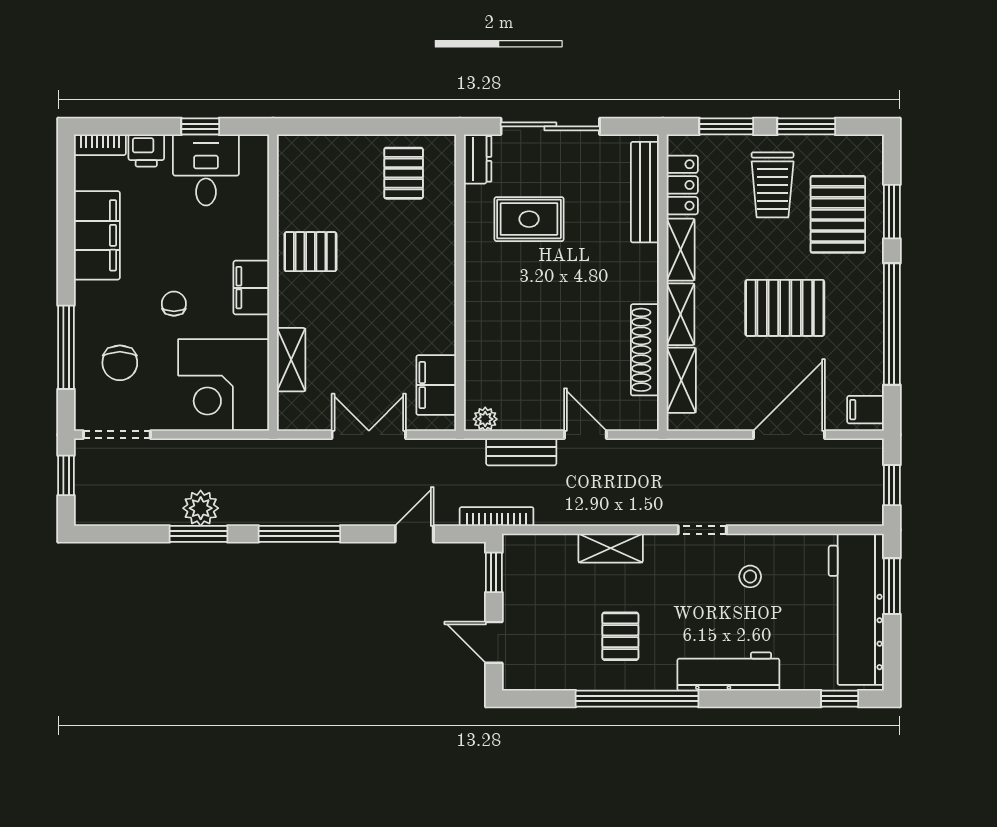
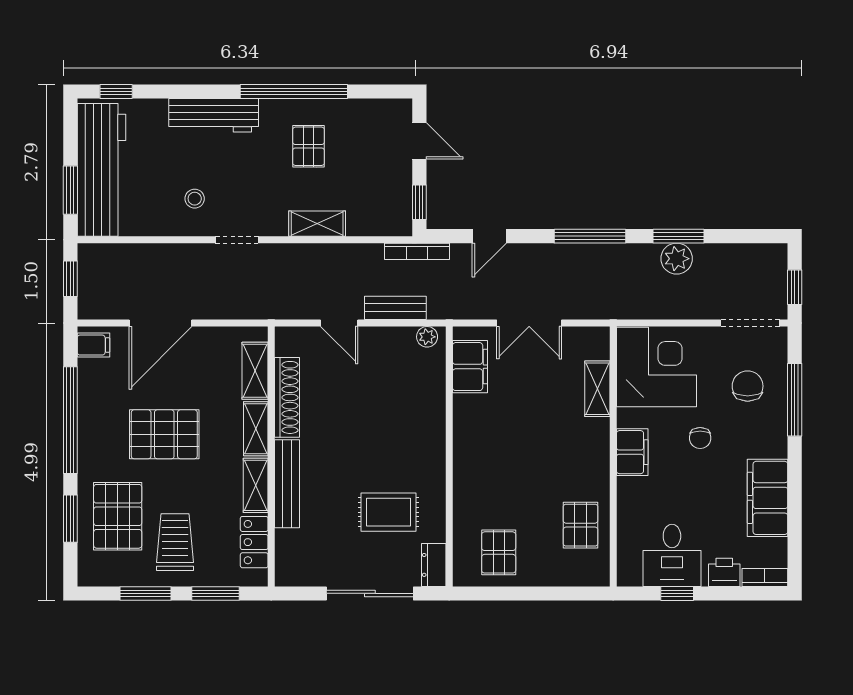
bench: (645, 192) -> (287, 484), moved
pallet: (310, 252) -> (581, 525), moved, turned 90

